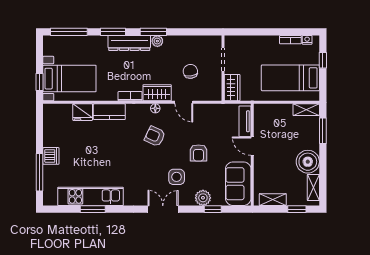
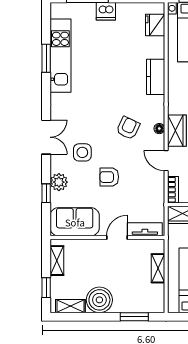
bookcase: (130, 96) -> (173, 190), moved
door: (184, 102) -> (166, 161), hinge flipped
shelving: (306, 110) -> (158, 268), moved
fridge: (83, 112) -> (155, 25), moved

